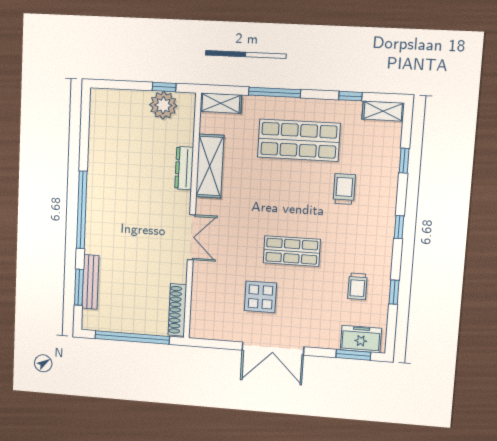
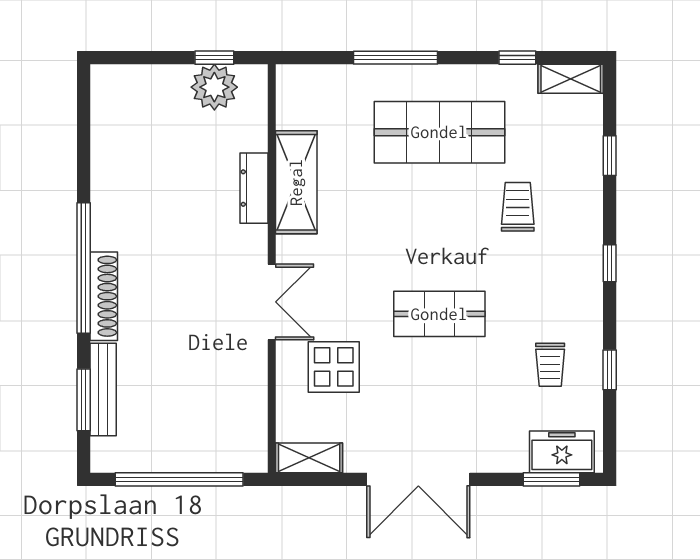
shelving: (221, 103) -> (309, 458), moved
display table: (260, 297) -> (334, 367), moved
shoe rack: (177, 310) -> (104, 296), moved, turned 180

